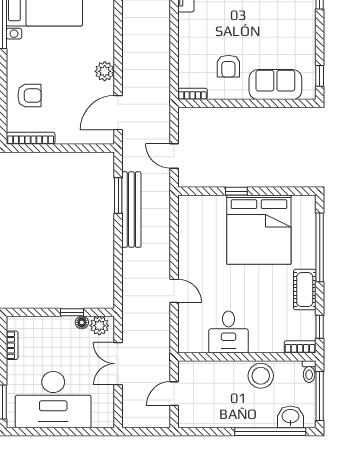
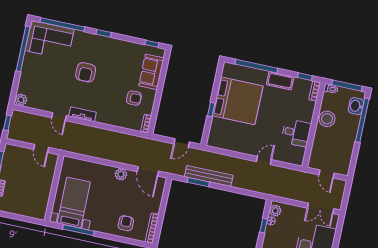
double door: (118, 364) -> (321, 208), moved

